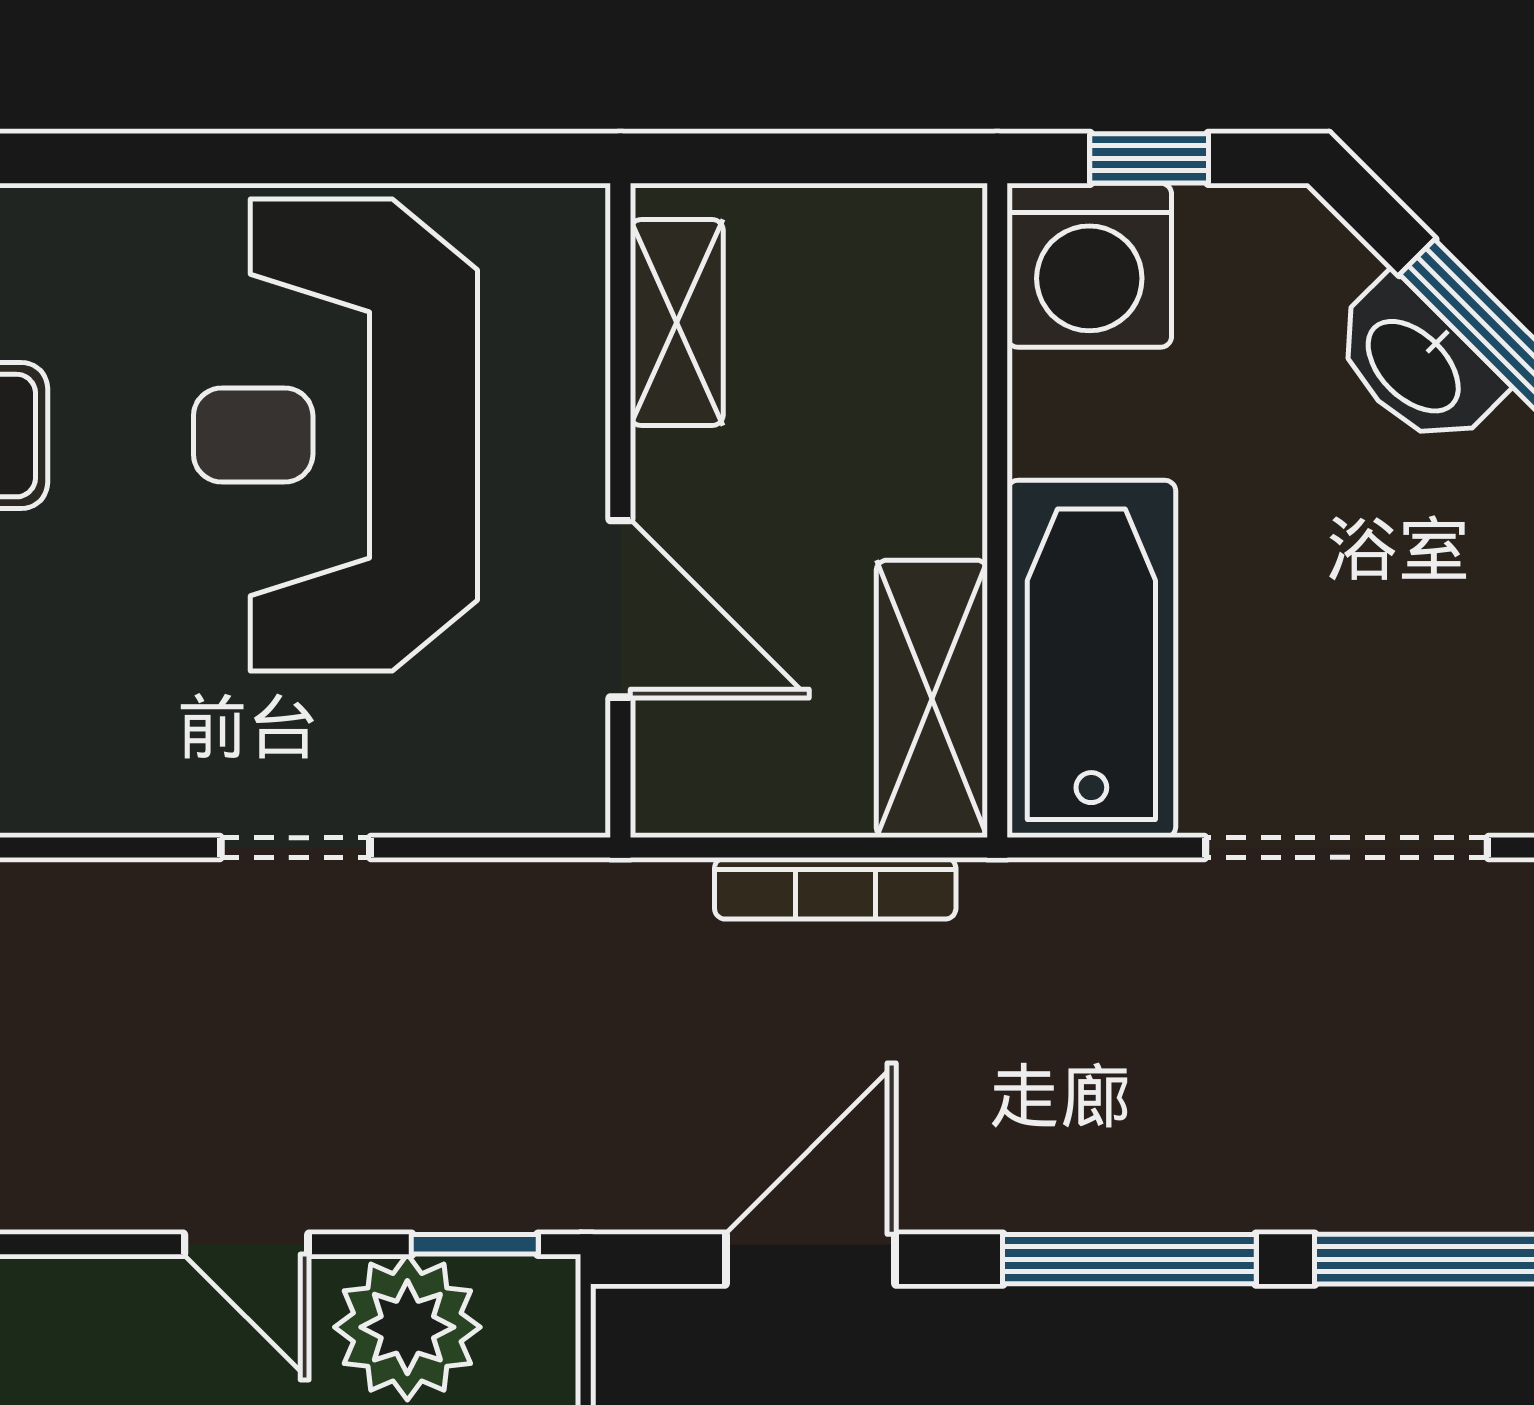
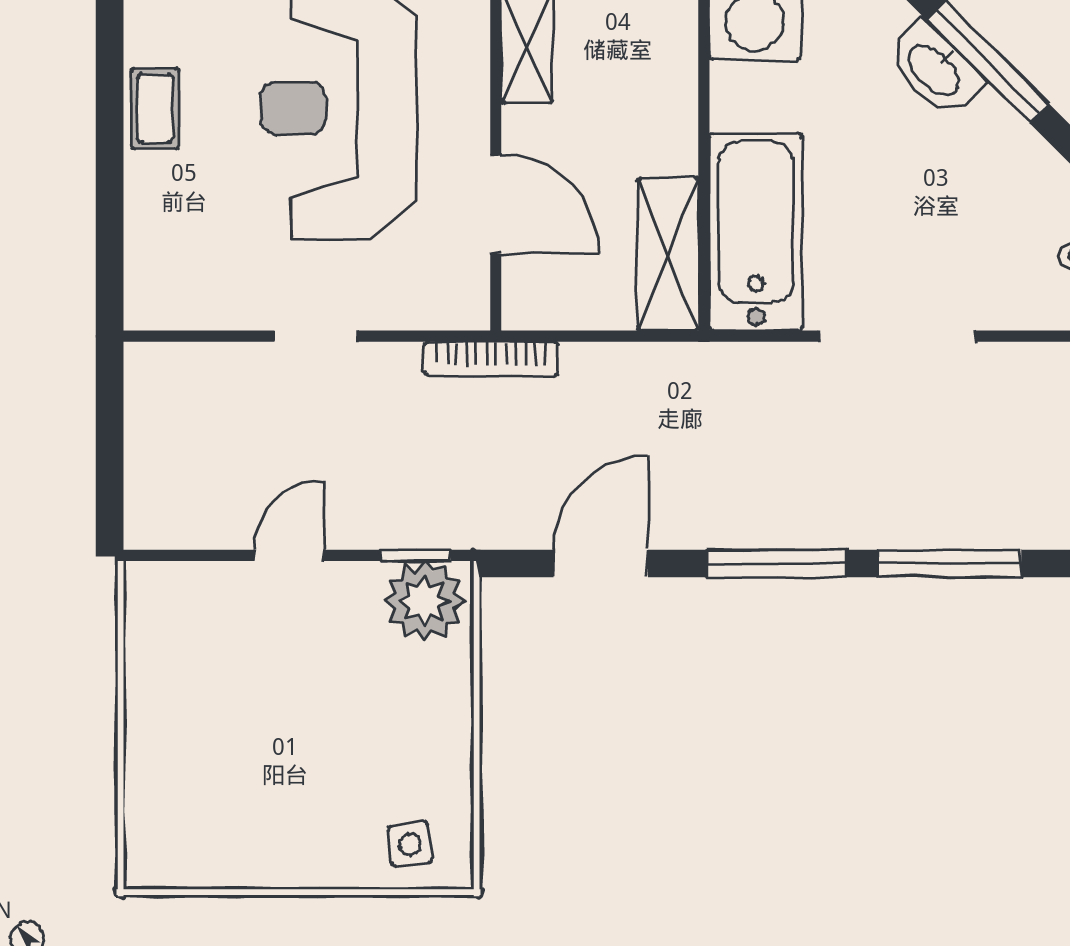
bookcase: (835, 888) -> (491, 359), moved
door: (246, 1244) -> (289, 555), swing flipped
plant: (407, 1327) -> (424, 601), moved

